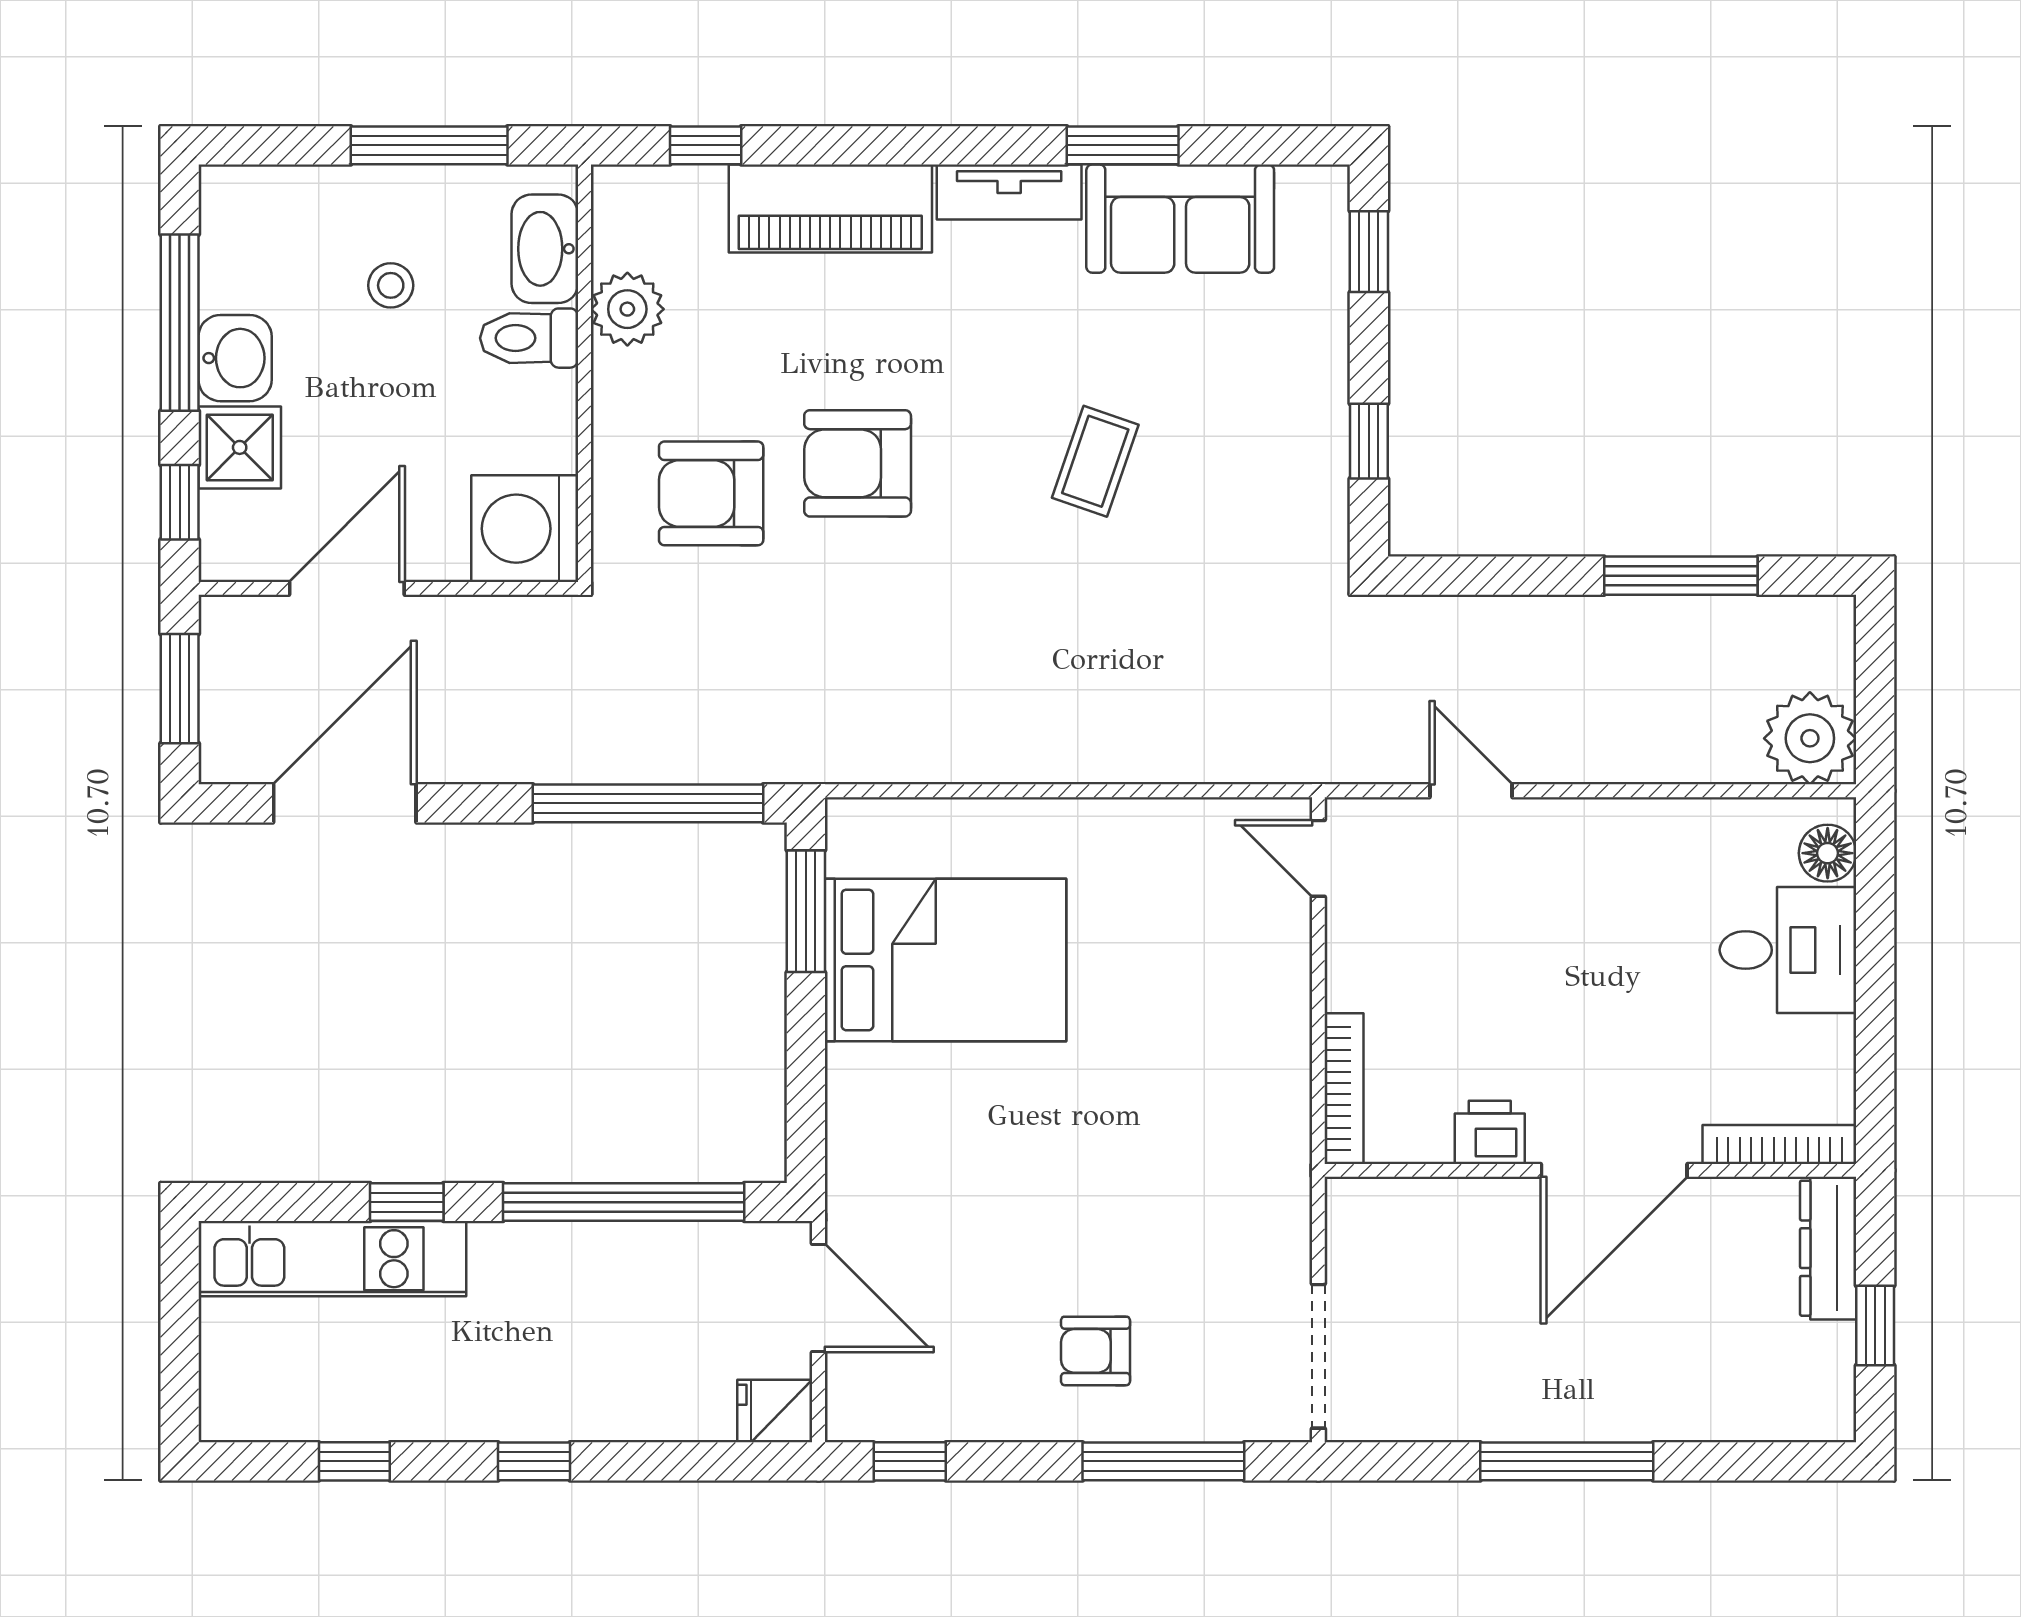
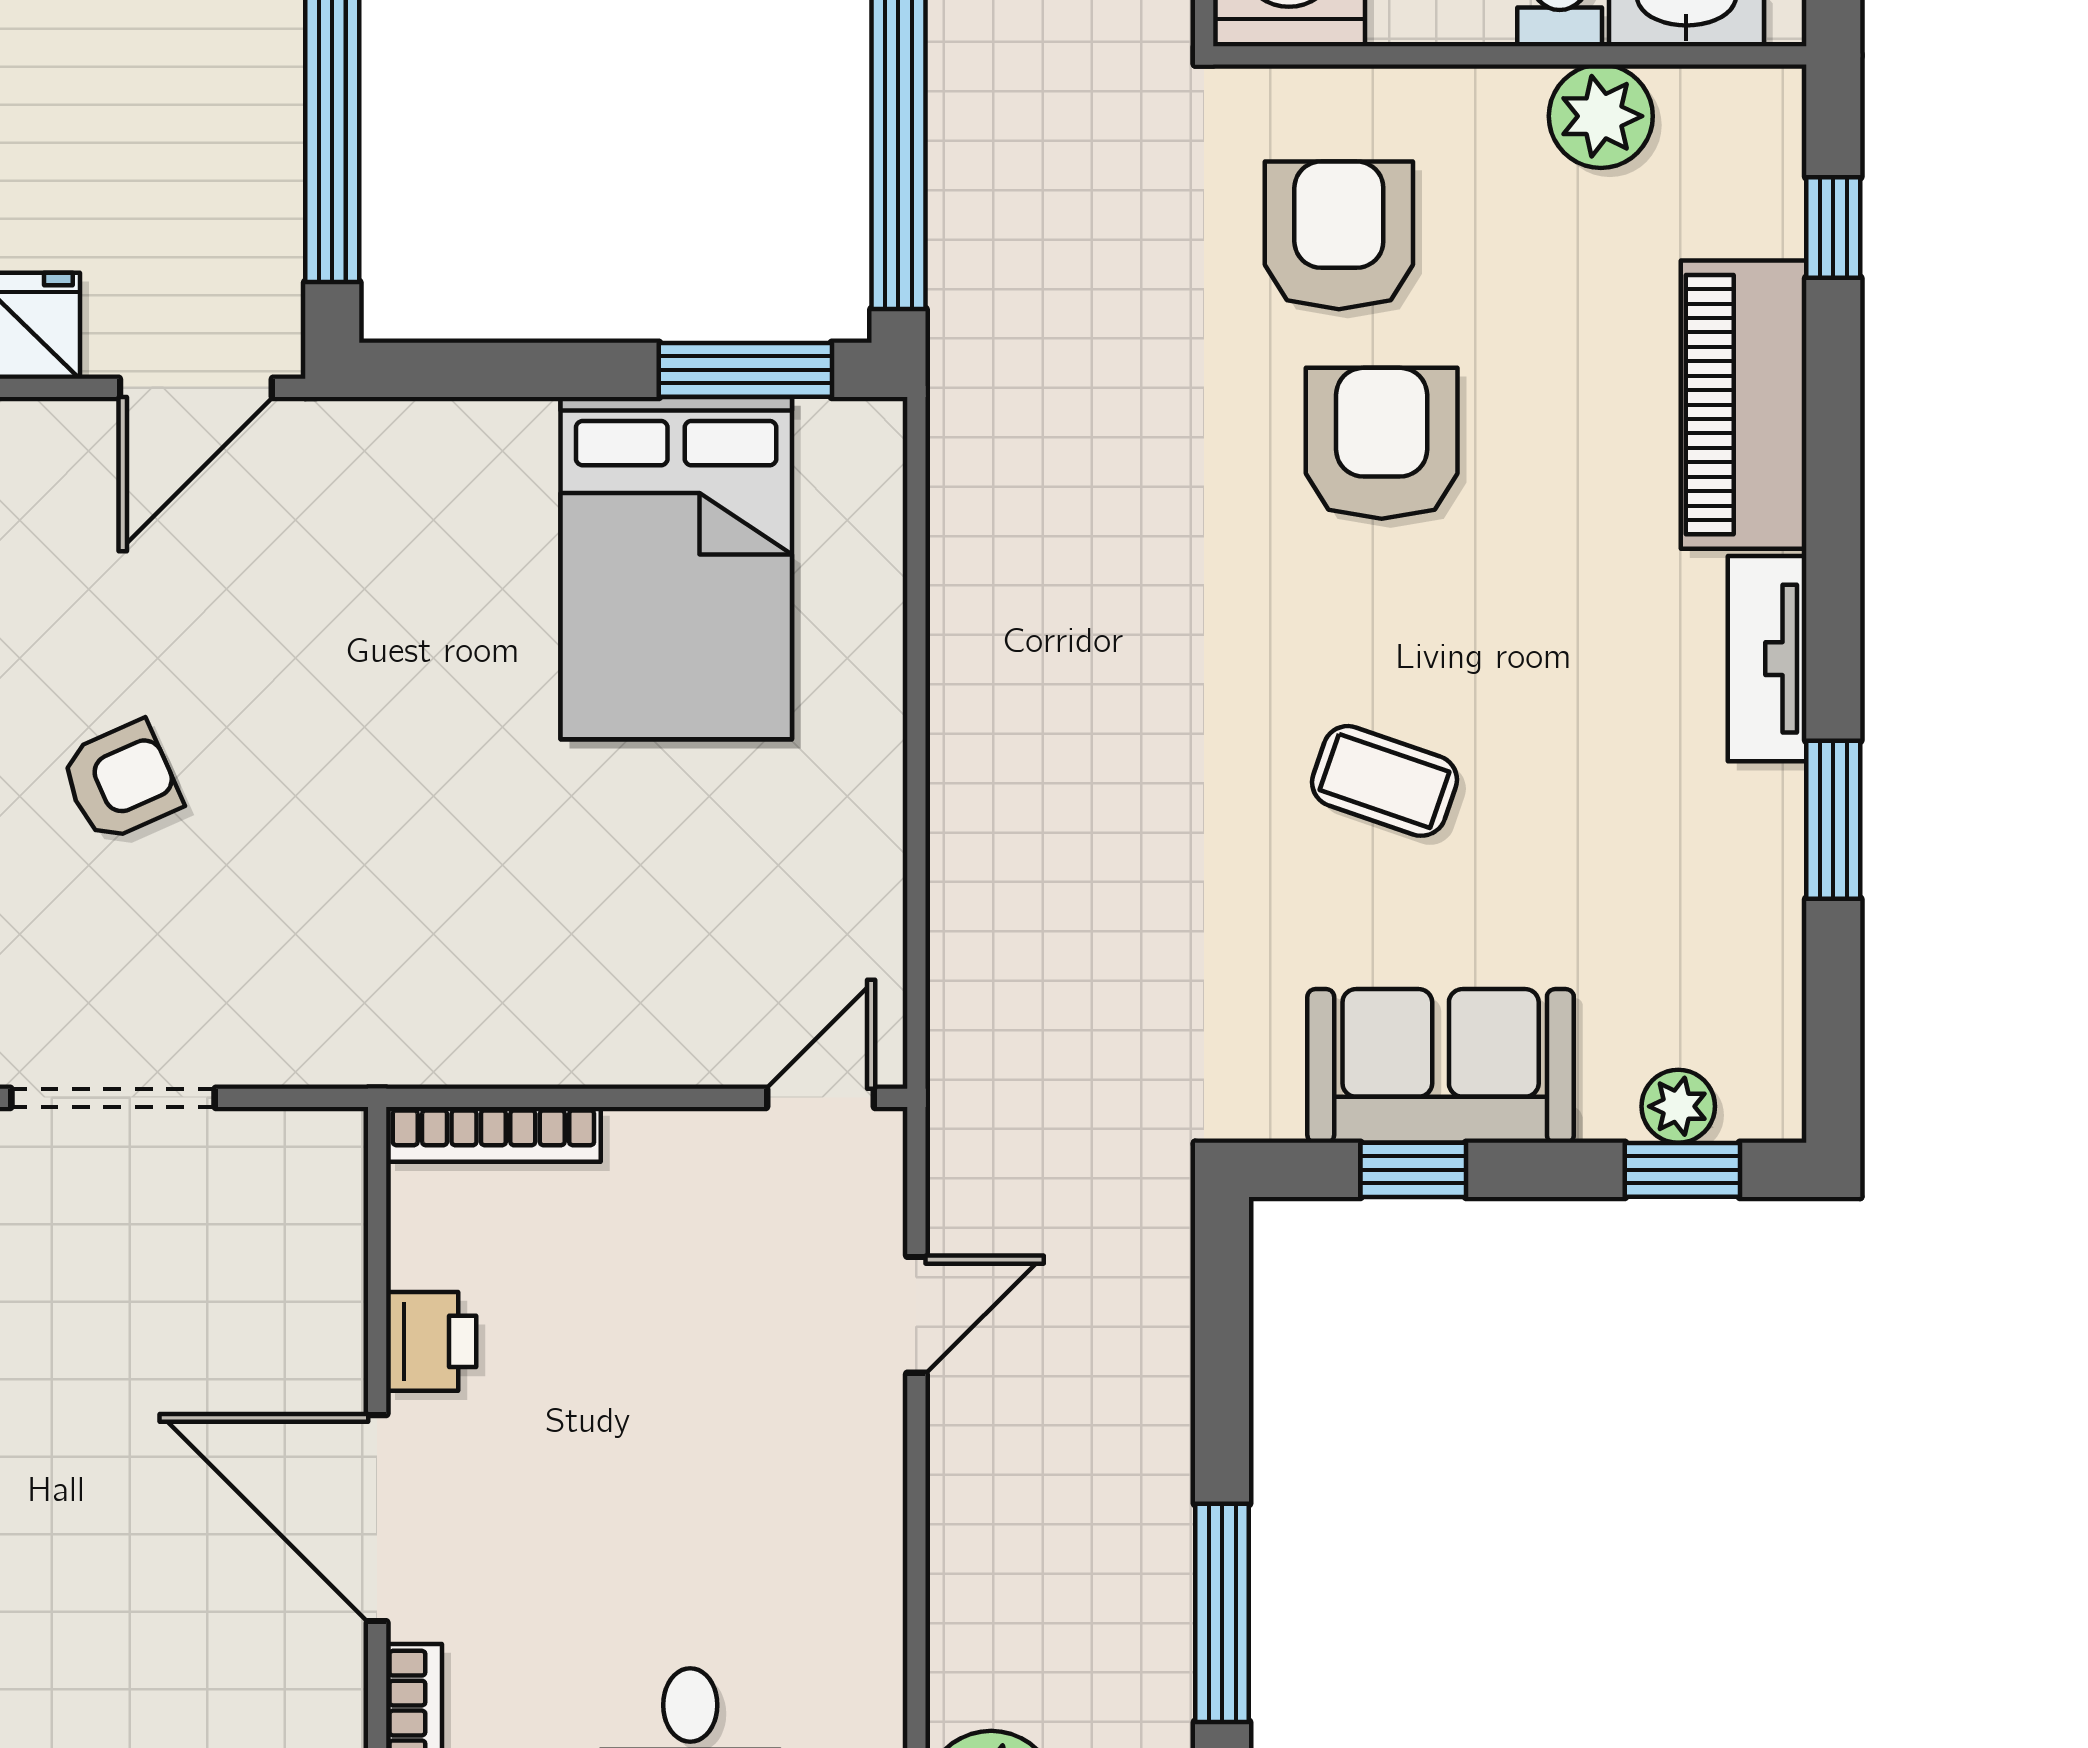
sofa: (1180, 219) -> (1441, 1066), moved, turned 90
plant: (1324, 255) -> (1678, 1106), added
armchair: (1096, 1351) -> (121, 781), turned 66

